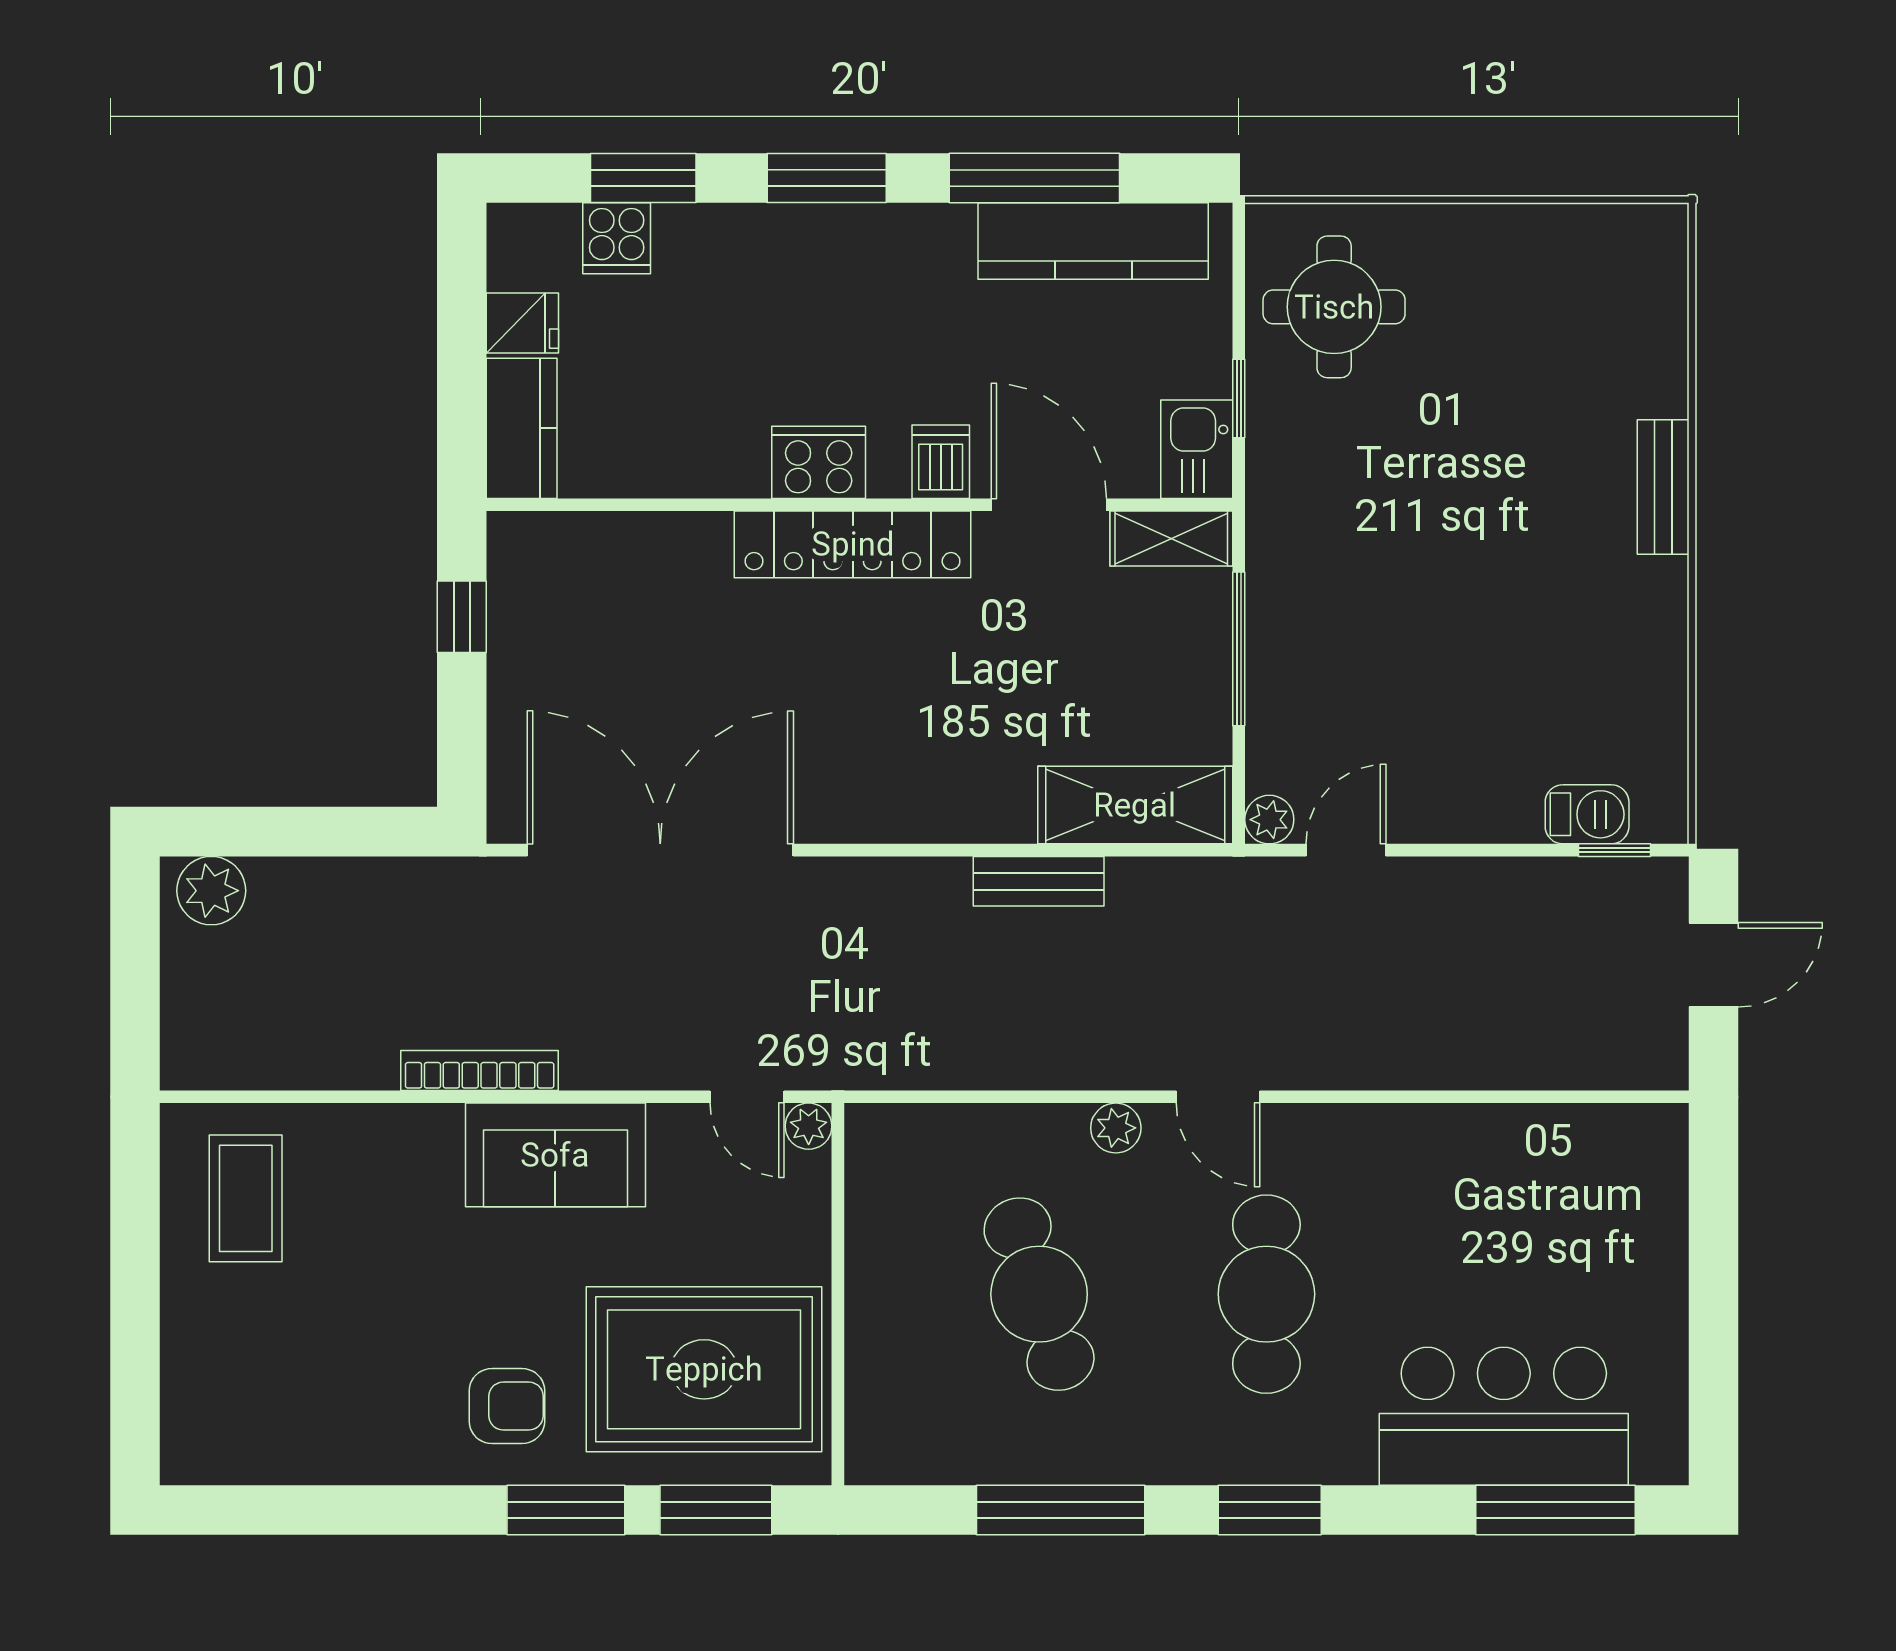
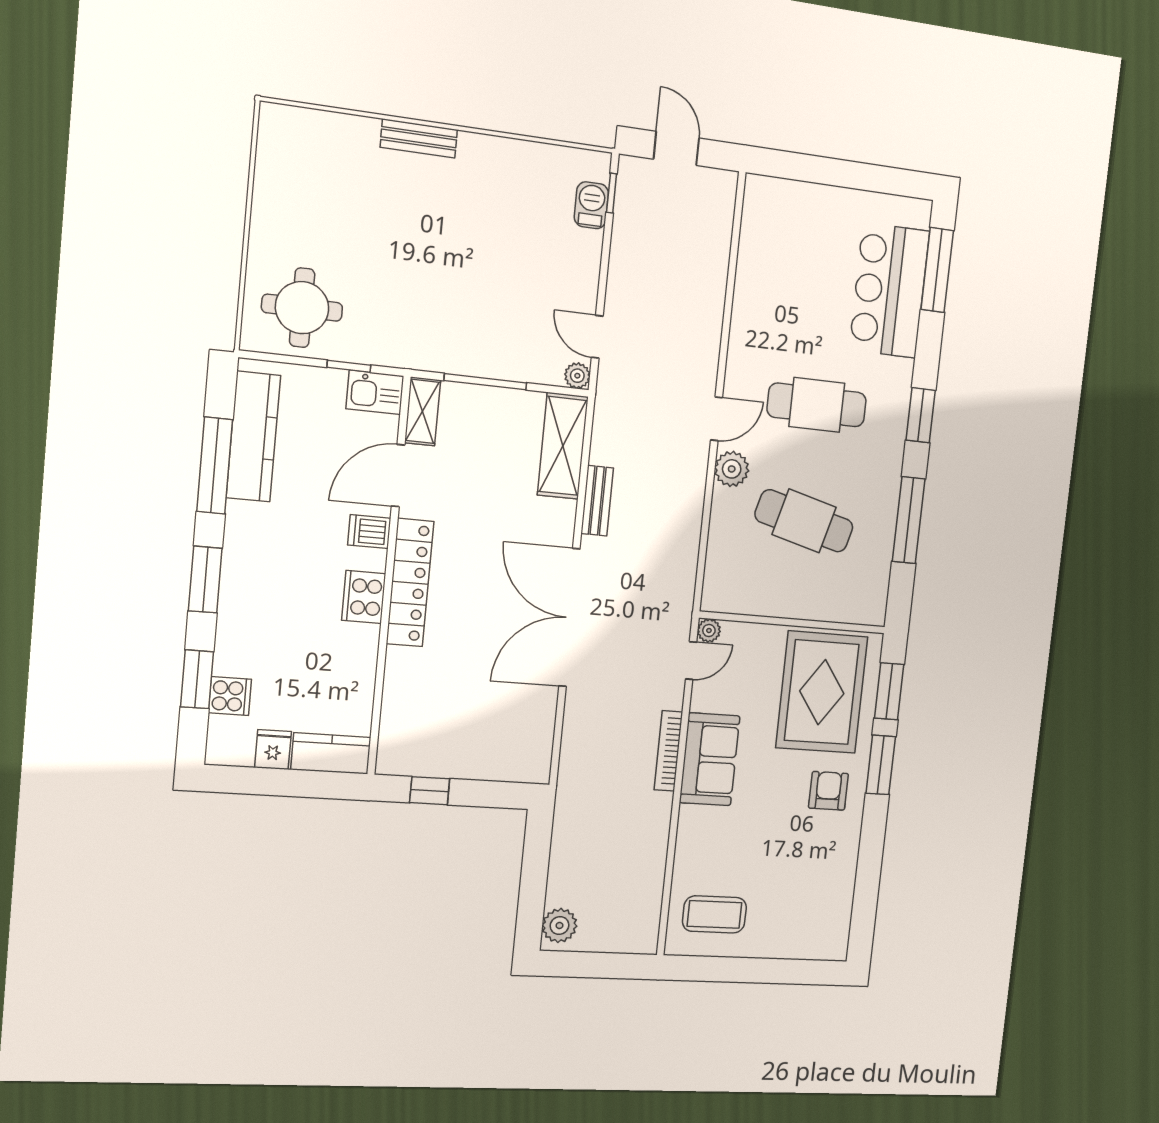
double door: (660, 850) -> (569, 618), moved
bookcase: (480, 1070) -> (668, 751), moved
plant: (1116, 1128) -> (732, 469), width x1.38, depth x1.38
cafe table: (1039, 1294) -> (804, 521), turned 33

